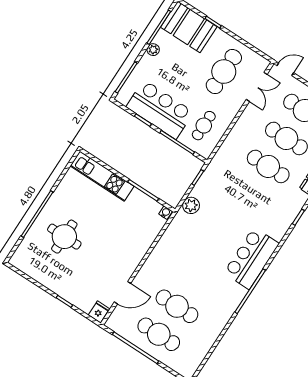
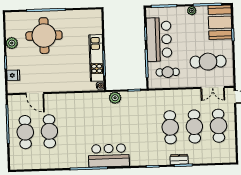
kitchen unit: (102, 176) -> (96, 58), moved
round table: (64, 237) -> (44, 36), width x1.36, depth x1.36
plant: (47, 279) -> (12, 43), added
fridge: (99, 312) -> (13, 75), moved

